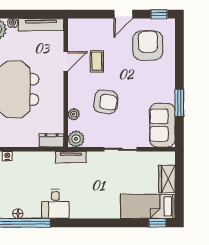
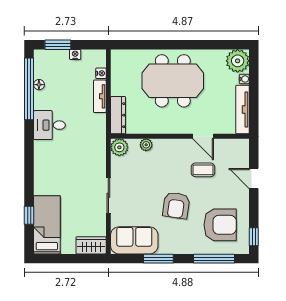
door: (123, 14) -> (254, 179), moved
window: (179, 51) -> (214, 259), added
armchair: (106, 102) -> (176, 205), moved
dresser: (51, 140) -> (118, 115), width x1.44
tv unit: (71, 157) -> (100, 96), moved
wardrobe: (167, 179) -> (91, 245), moved
window: (157, 223) -> (29, 215), moved

